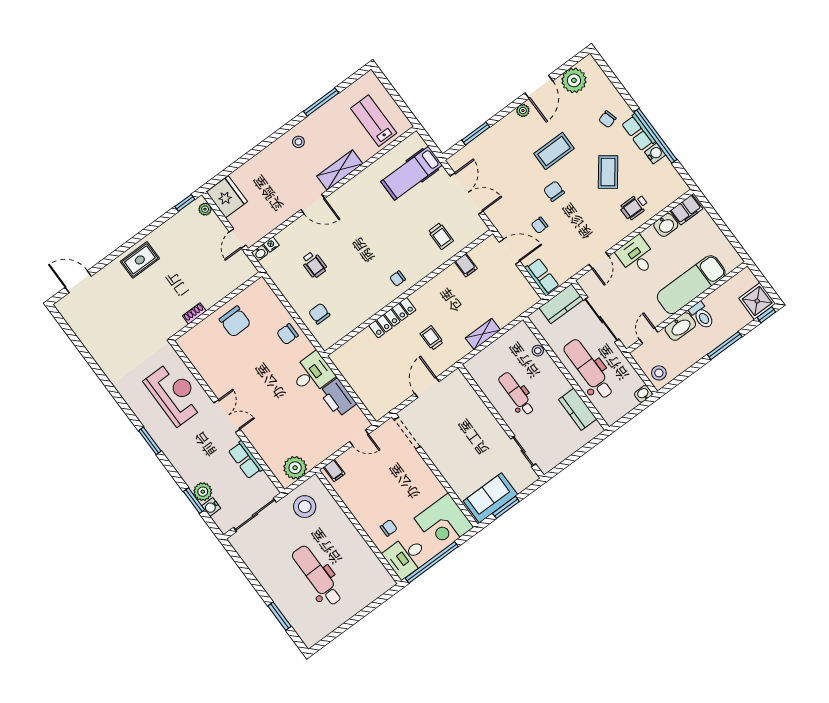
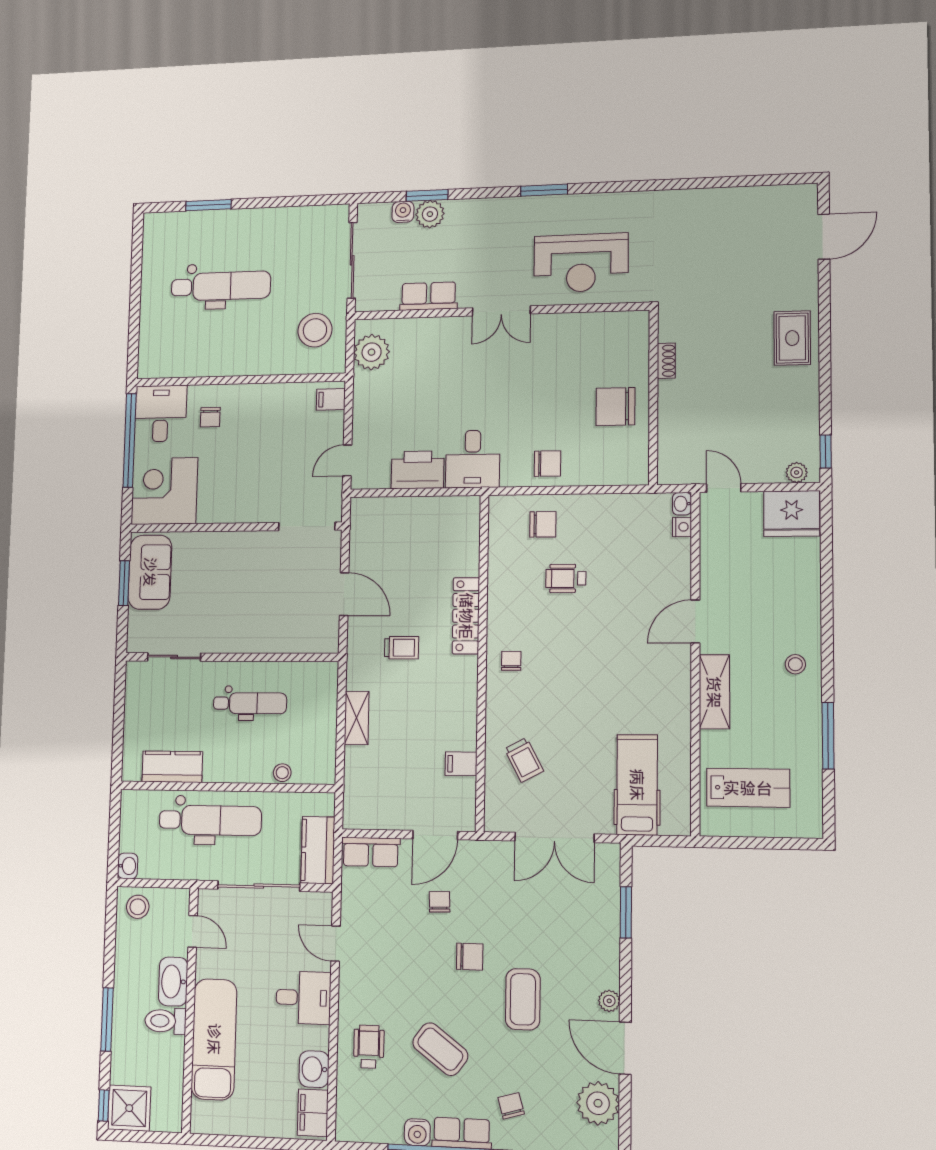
trolley: (441, 236) -> (524, 760), turned -118
wheelchair: (314, 264) -> (566, 578), moved
chair: (287, 334) -> (547, 464), turned 90

